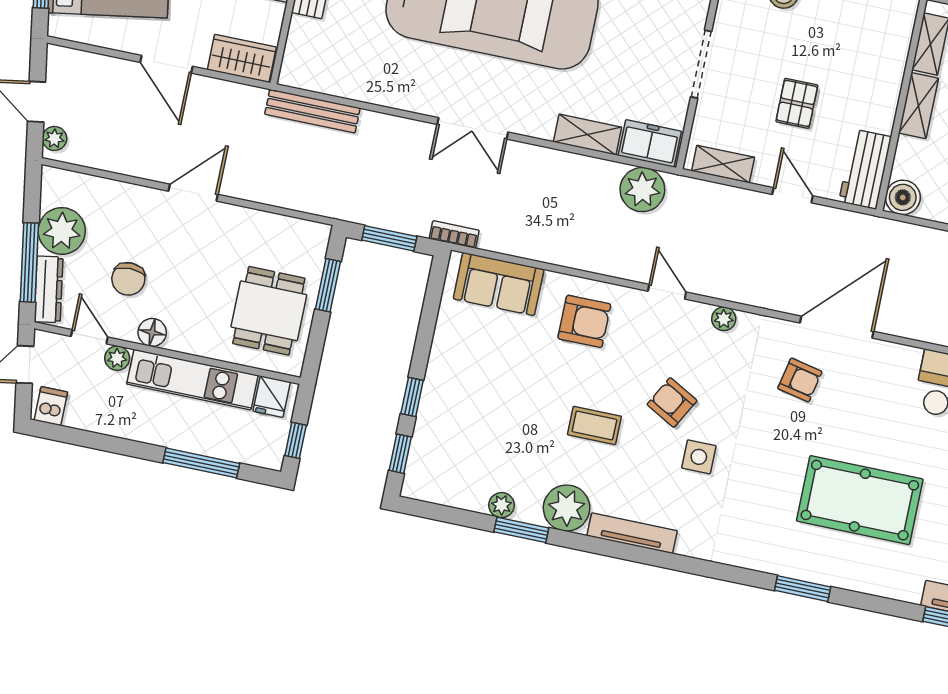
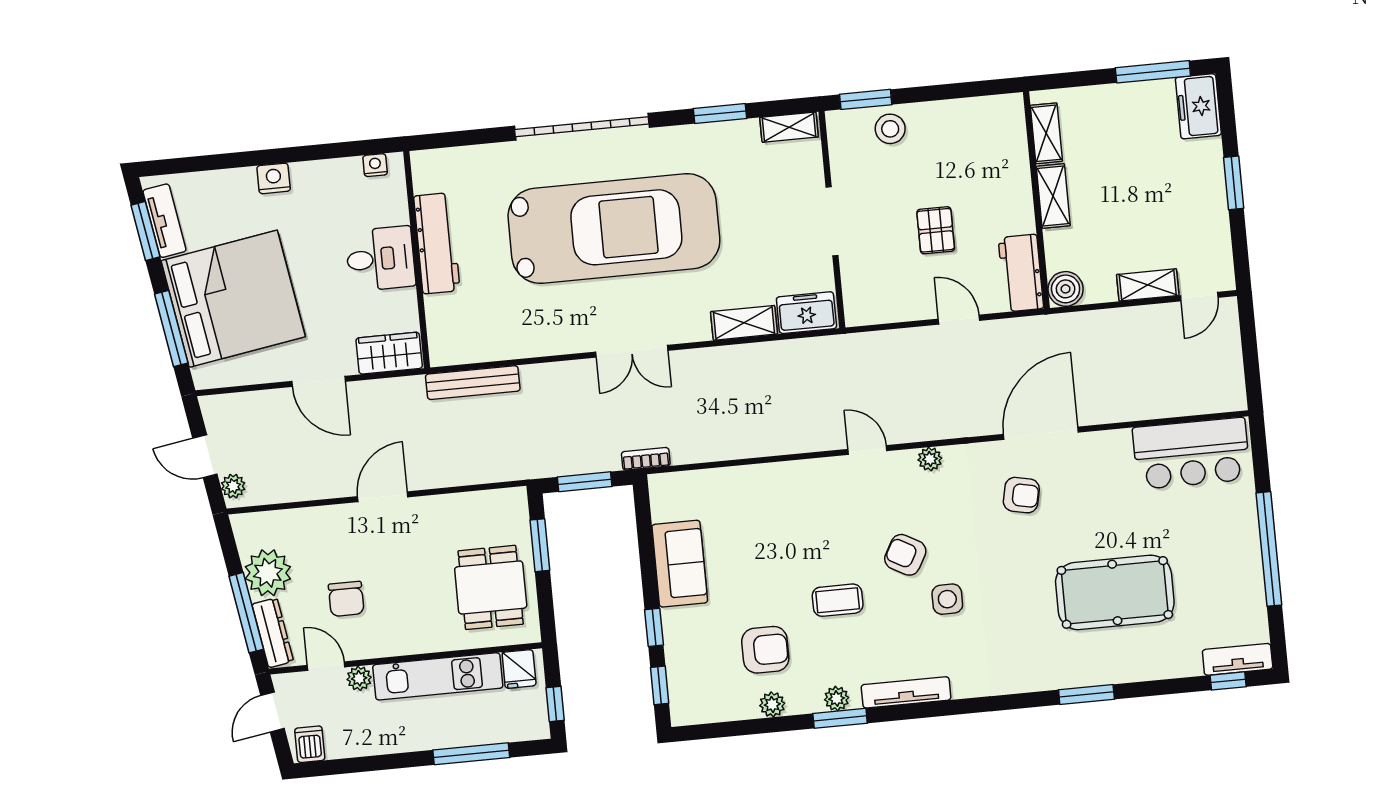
shelving: (723, 164) -> (883, 311), removed
plant: (642, 190) -> (813, 359), removed
sofa: (499, 284) -> (680, 564), moved, turned -90
armchair: (584, 321) -> (765, 650), moved
floor lamp: (152, 332) -> (385, 643), removed
plant: (567, 508) -> (837, 699), width x0.53, depth x0.53
window: (521, 530) -> (840, 718), moved

